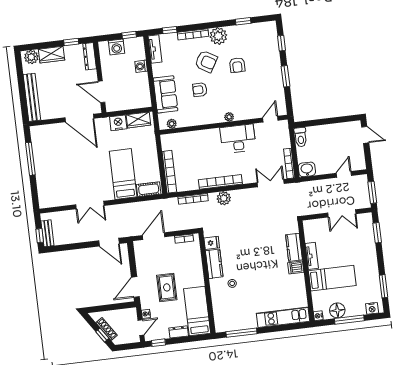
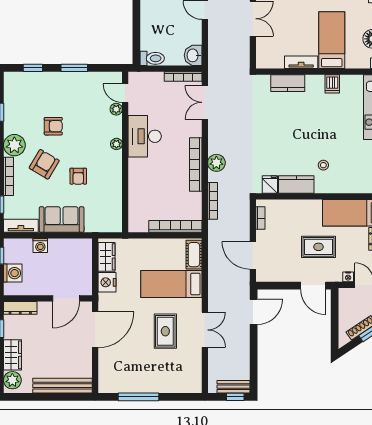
sofa: (165, 94) -> (62, 219), moved
plant: (172, 124) -> (116, 109), moved
rug: (85, 174) -> (165, 331), added
dishwasher: (296, 267) -> (332, 84), moved

